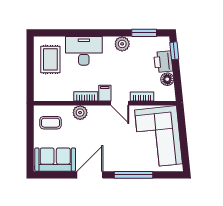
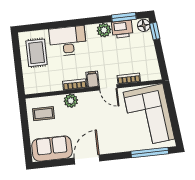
printer: (163, 62) -> (122, 29), moved, turned -84
floor lamp: (167, 79) -> (144, 25), moved
window: (134, 175) -> (150, 152), moved

